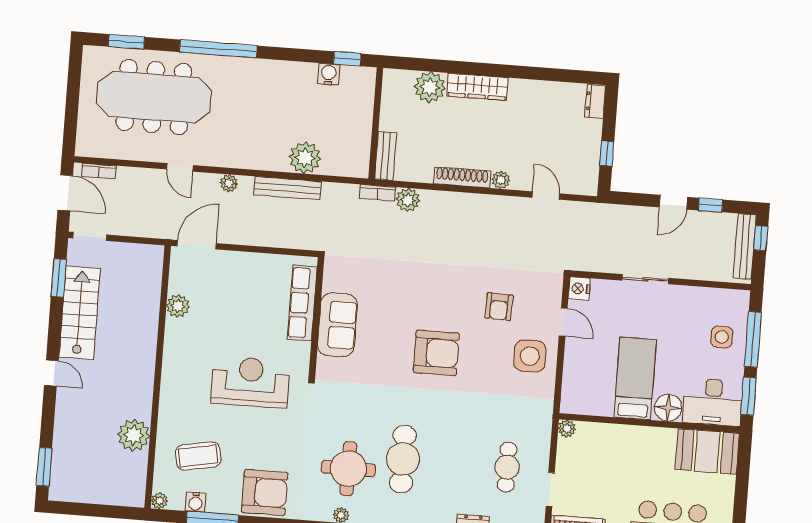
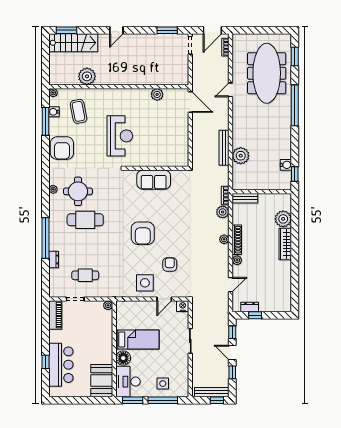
dresser: (595, 101) -> (250, 307), moved
plant: (229, 183) -> (224, 239), moved
window: (635, 199) -> (232, 332), added
row of seats: (302, 303) -> (164, 160), removed
armchair: (499, 307) -> (170, 264), turned 88
stairs: (80, 313) -> (73, 43), moved

